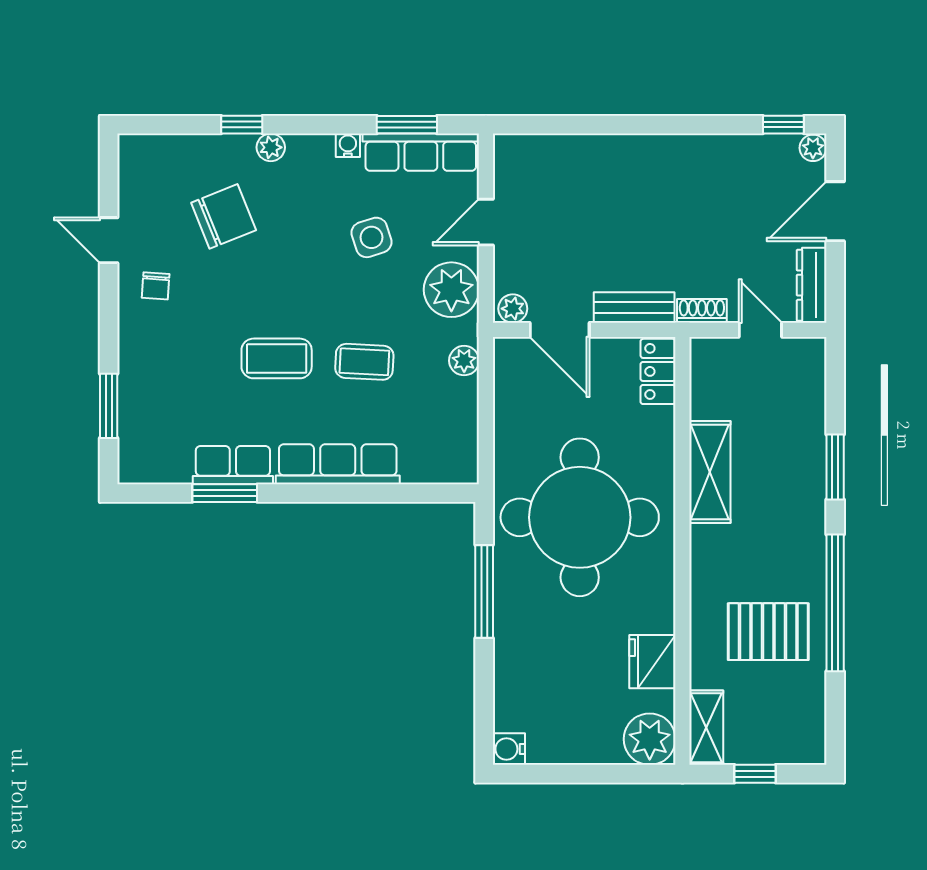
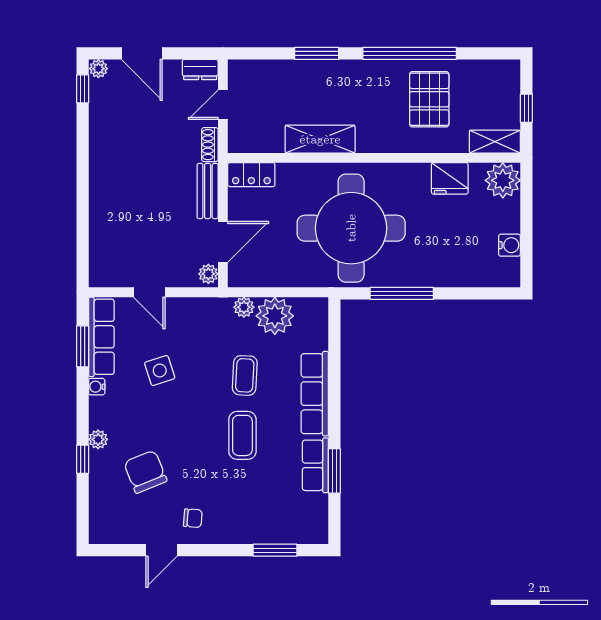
dresser: (812, 285) -> (200, 70), width x0.70
plant: (451, 290) -> (275, 316), moved
water cooler: (509, 749) -> (510, 245), moved, turned -90

